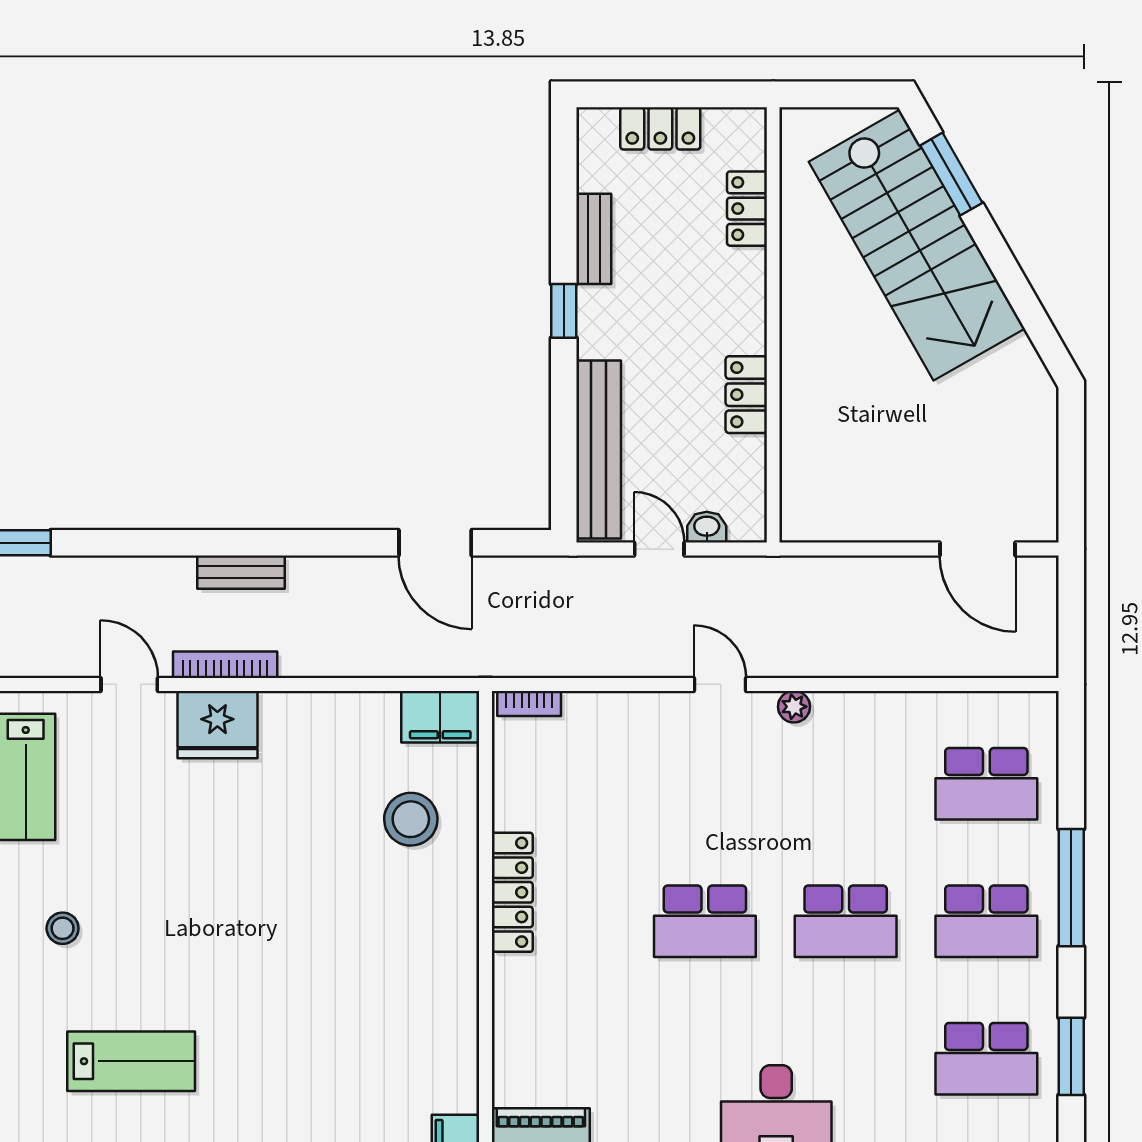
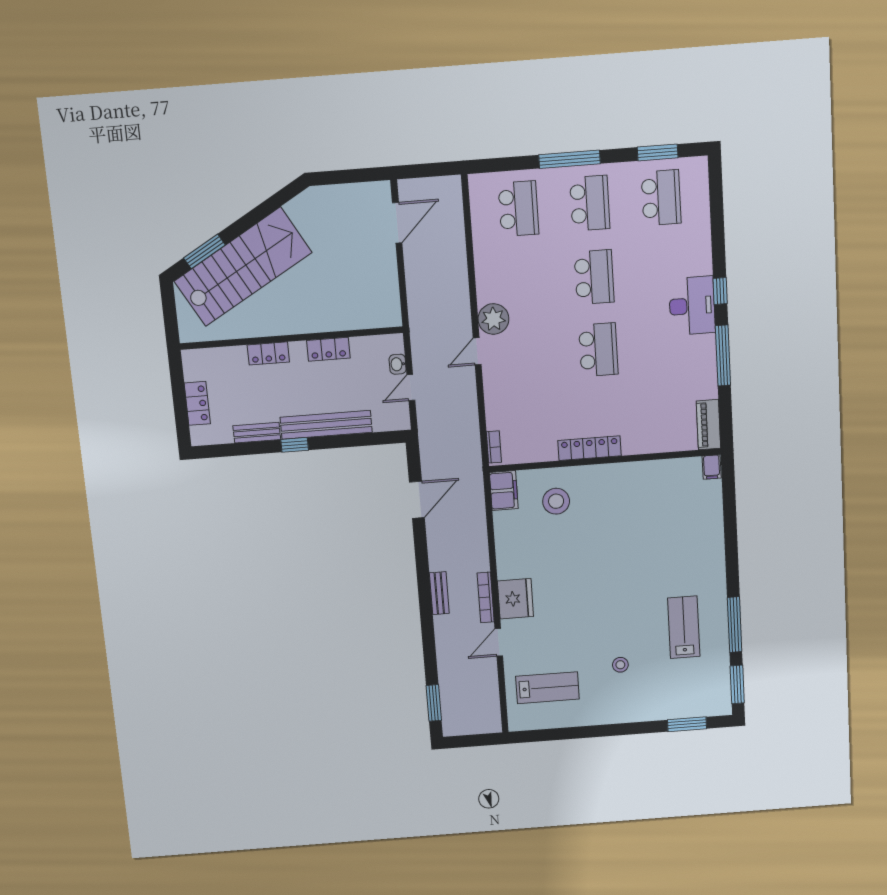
locker: (747, 209) -> (268, 353), moved
bench: (599, 449) -> (326, 425), moved
plant: (794, 707) -> (493, 319), width x1.87, depth x1.87

